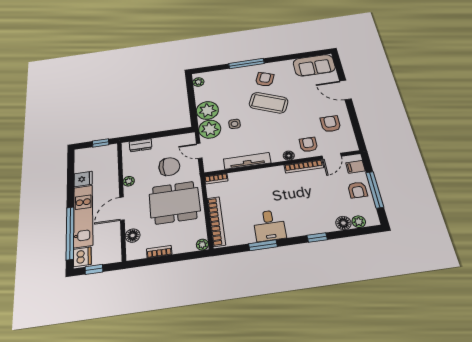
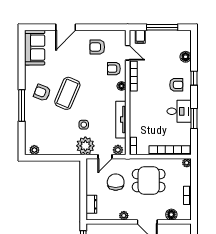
plant: (207, 110) -> (118, 150), moved, width x0.53, depth x0.53
armchair: (357, 190) -> (176, 85), moved
dining table: (175, 203) -> (149, 181), width x0.73
plant: (359, 222) -> (186, 45), removed

